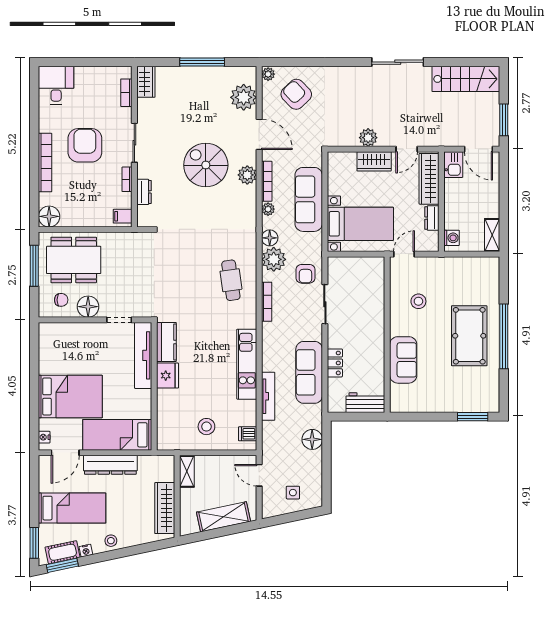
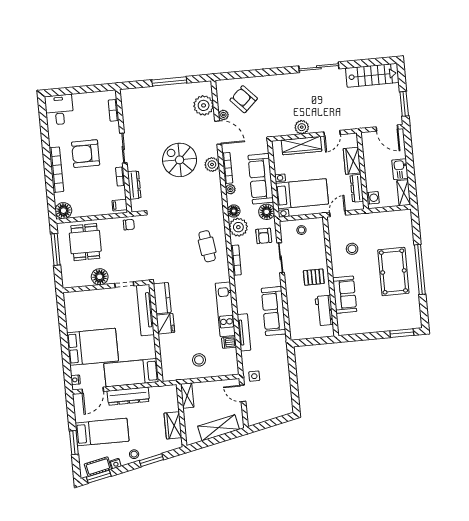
plant: (268, 74) -> (223, 115), moved
wardrobe: (146, 82) -> (128, 101), removed
armchair: (85, 145) -> (86, 154), turned -90
wardrobe: (374, 161) -> (302, 146), width x1.50
kitchen sink: (453, 165) -> (400, 169), moved, turned 180
wardrobe: (429, 179) -> (352, 161), width x0.67
dresser: (144, 192) -> (134, 185), width x1.44
dresser: (432, 218) -> (357, 188), width x1.44
dining table: (74, 260) -> (85, 242), width x0.73
stool: (355, 271) -> (301, 230), added
chair: (61, 300) -> (129, 225), moved
pallet: (365, 333) -> (314, 277), added
locker: (335, 363) -> (293, 302), removed
workbench: (365, 403) -> (324, 311), moved, turned -90
dishwasher: (248, 434) -> (229, 342), moved
floor lamp: (312, 439) -> (267, 212), moved
side table: (293, 493) -> (254, 376), moved
wardrobe: (165, 508) -> (173, 425), width x0.67
window: (34, 543) -> (74, 443), moved
window: (133, 551) -> (151, 460), added

